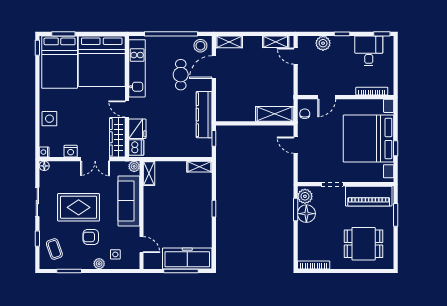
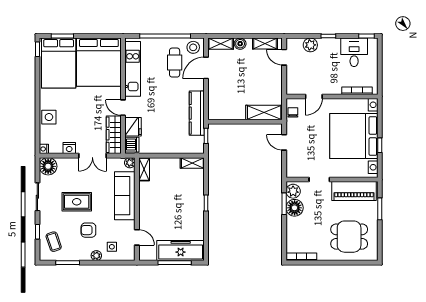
boiler: (250, 42) -> (240, 44), added
cafe table: (181, 75) -> (175, 63), moved
floor lamp: (44, 166) -> (48, 166), width x1.89, depth x1.89
rug: (79, 207) -> (77, 202), width x0.73, depth x0.70

